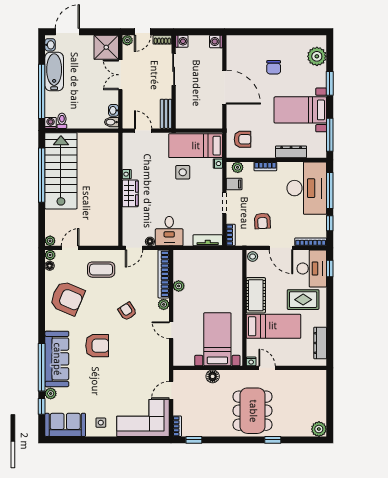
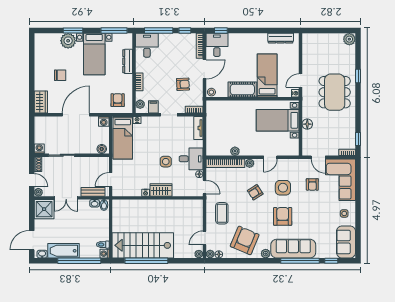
door: (67, 32) -> (32, 240), hinge flipped
washing machine: (216, 41) -> (104, 121), moved
wardrobe: (240, 43) -> (41, 102), added
plant: (317, 56) -> (68, 41), moved
bench: (166, 114) -> (93, 192), moved
boiler: (181, 119) -> (102, 149), added
side table: (183, 172) -> (166, 162), moved
desk: (307, 188) -> (147, 45), width x0.53, depth x0.77
door: (70, 248) -> (204, 238), hinge flipped
desk: (312, 269) -> (217, 45), width x0.73
rug: (303, 300) -> (246, 52), removed
side table: (133, 346) -> (283, 188), added
armchair: (137, 383) -> (312, 184), added
plant: (51, 394) -> (266, 254), moved
dining table: (253, 411) -> (335, 92), turned 90

